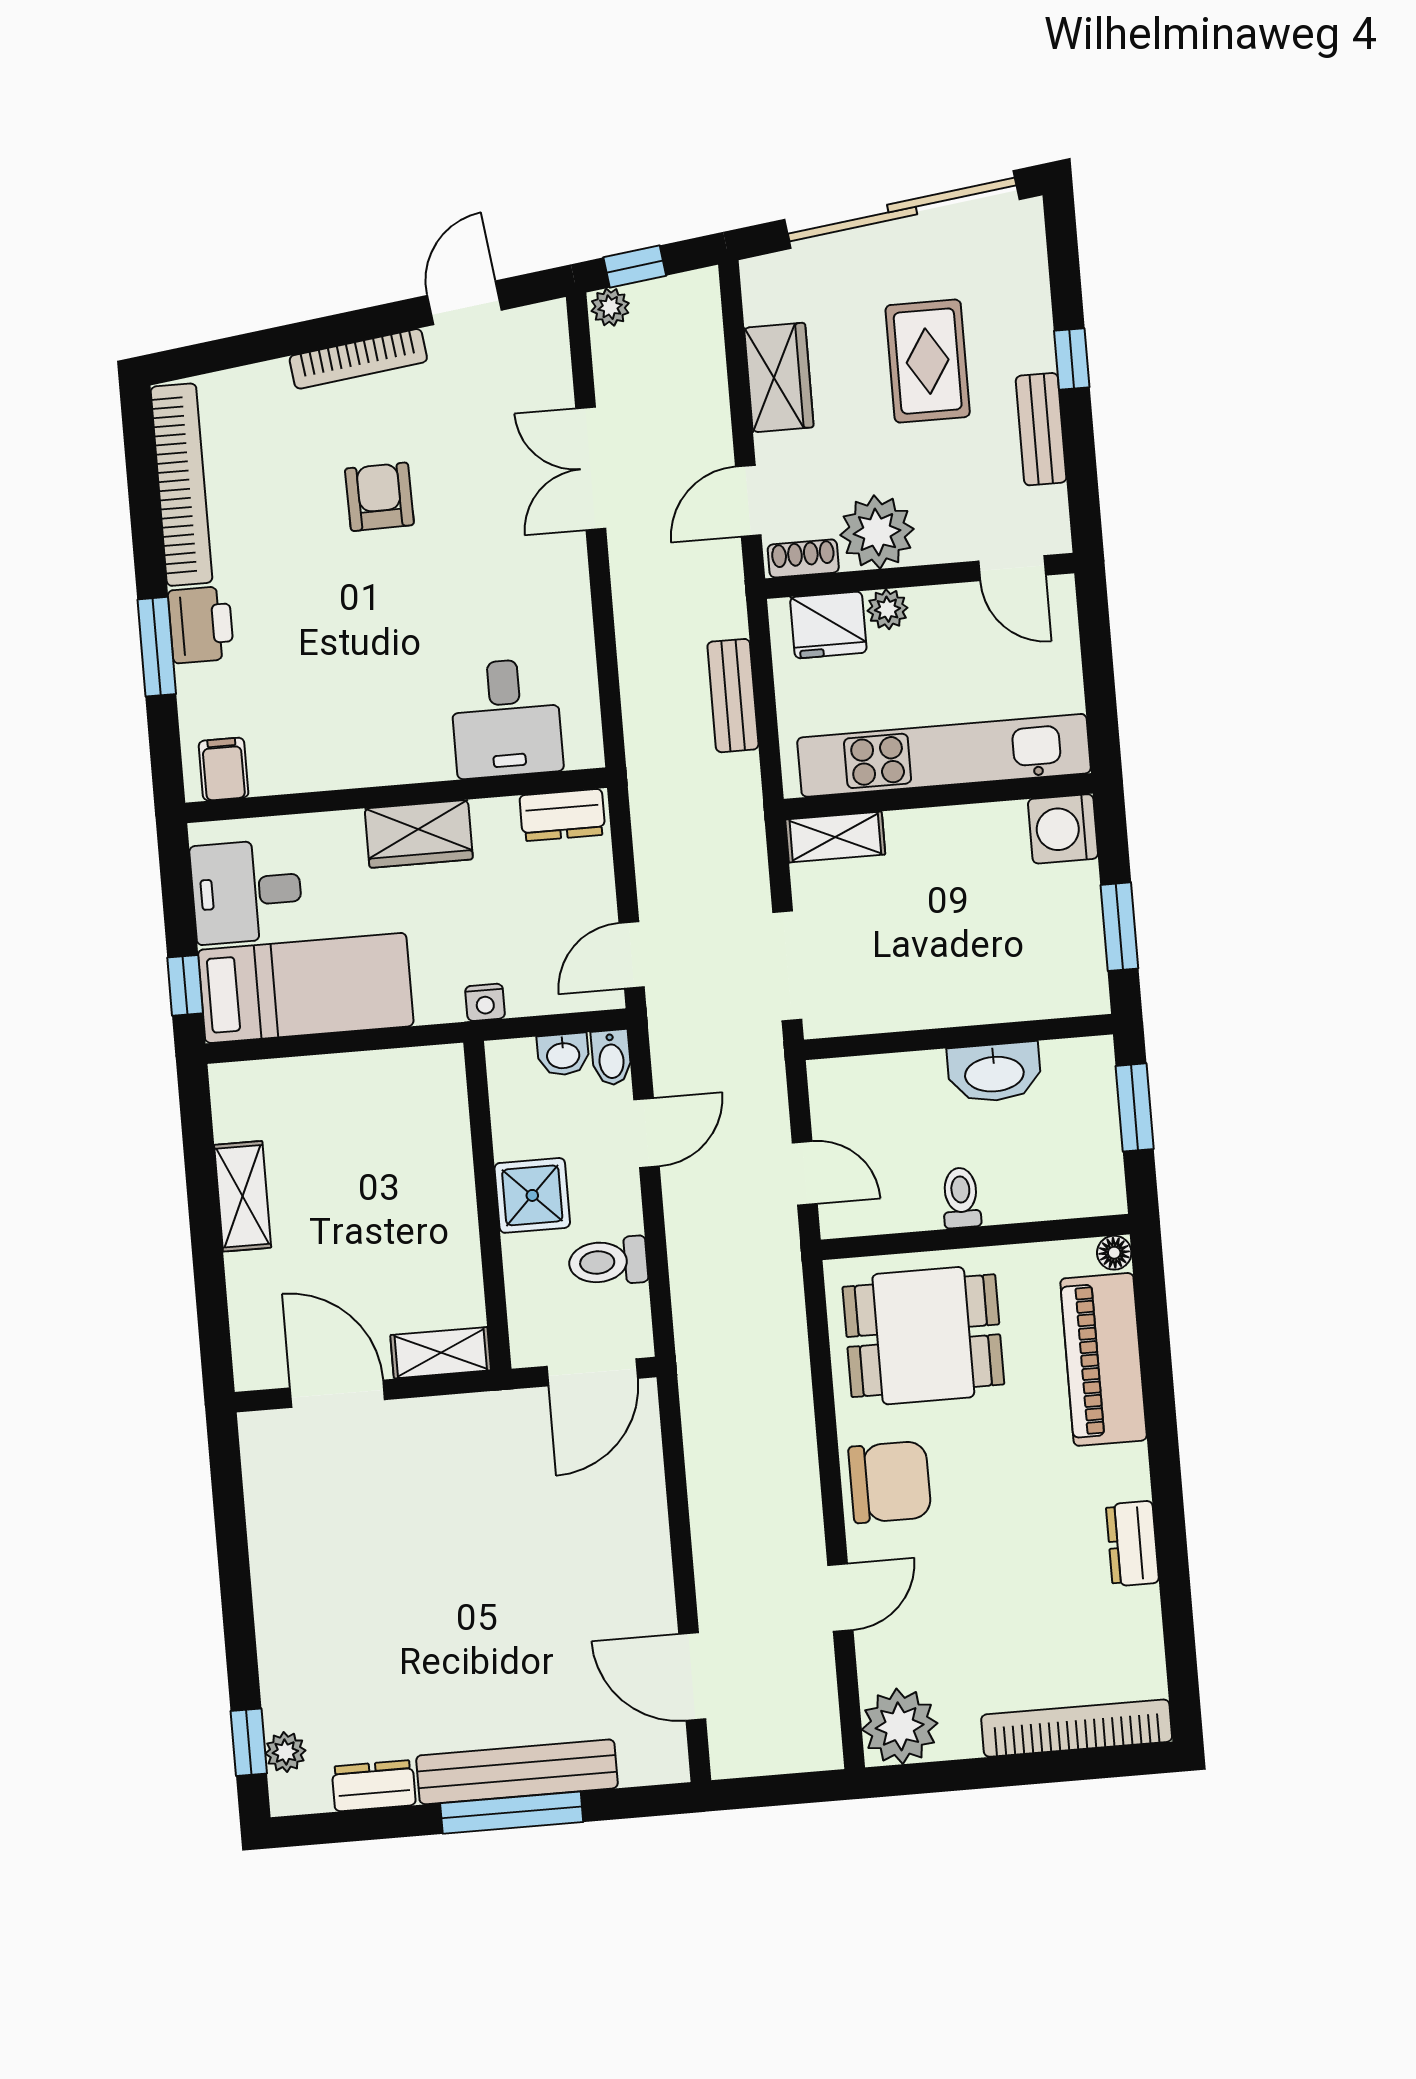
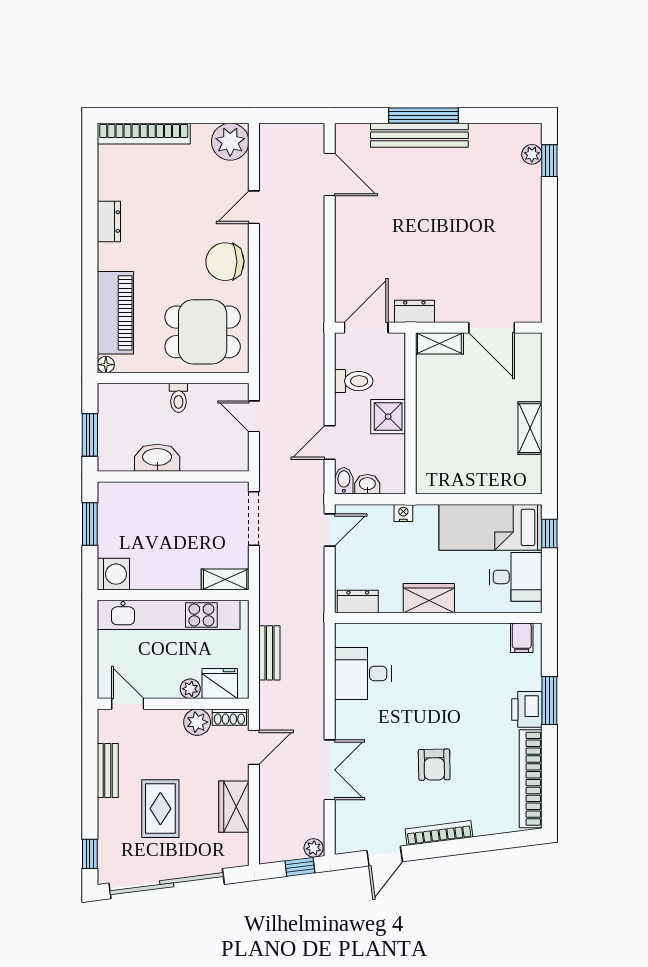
window: (1072, 359) -> (90, 854), moved
plant: (877, 532) -> (197, 722), width x0.73, depth x0.73
desk: (506, 718) -> (363, 673), moved, turned -90
dresser: (374, 1786) -> (414, 311), moved, turned 180

